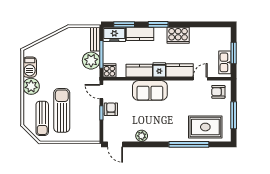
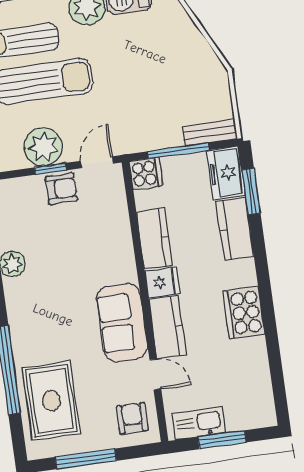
window: (158, 24) -> (261, 266), removed
plant: (91, 61) -> (43, 147), moved
sofa: (150, 90) -> (122, 322), moved

